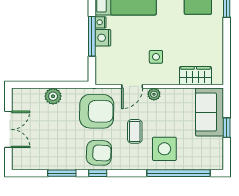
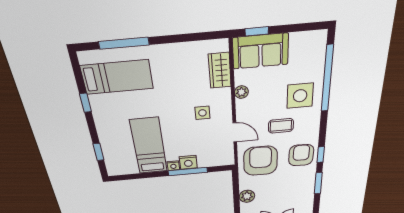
plant: (154, 94) -> (241, 92), moved
window: (227, 128) -> (257, 31), moved

